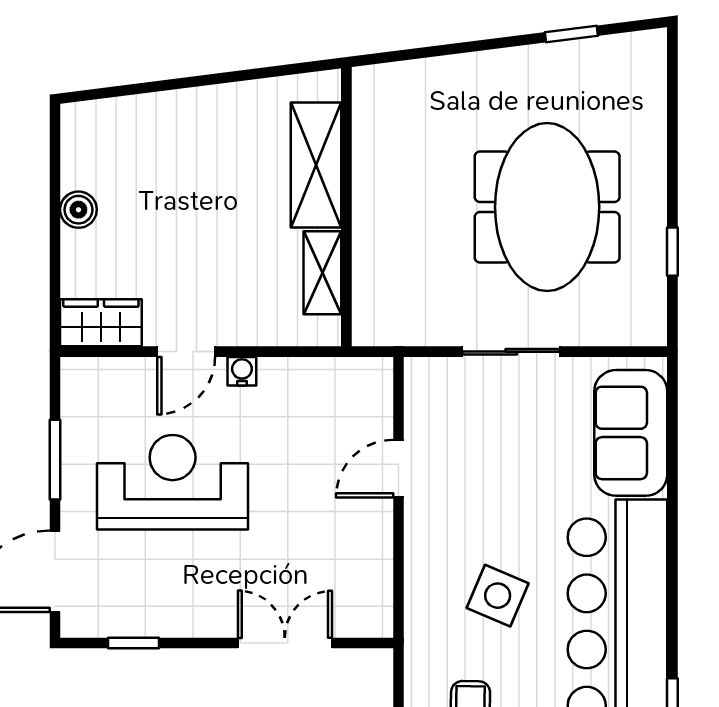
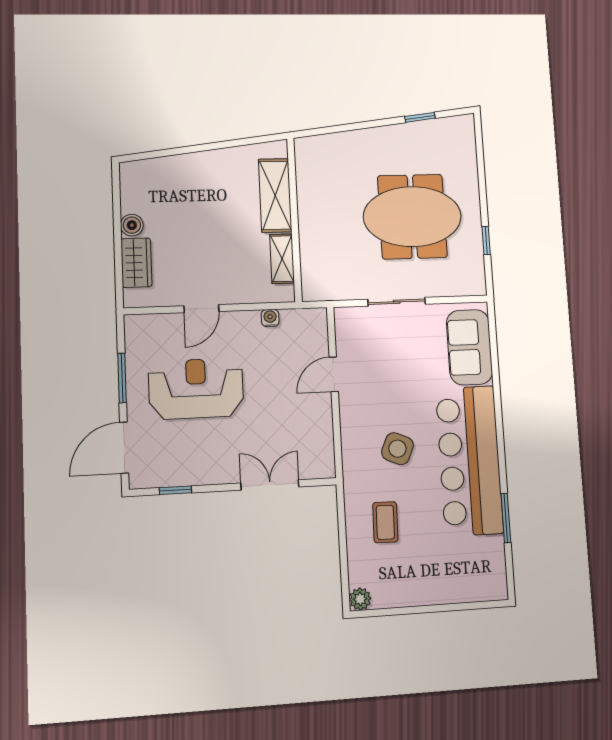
meeting table: (547, 207) -> (412, 217), turned 90
wardrobe: (101, 323) -> (136, 263), moved, turned 90
water cooler: (242, 371) -> (270, 318), moved

